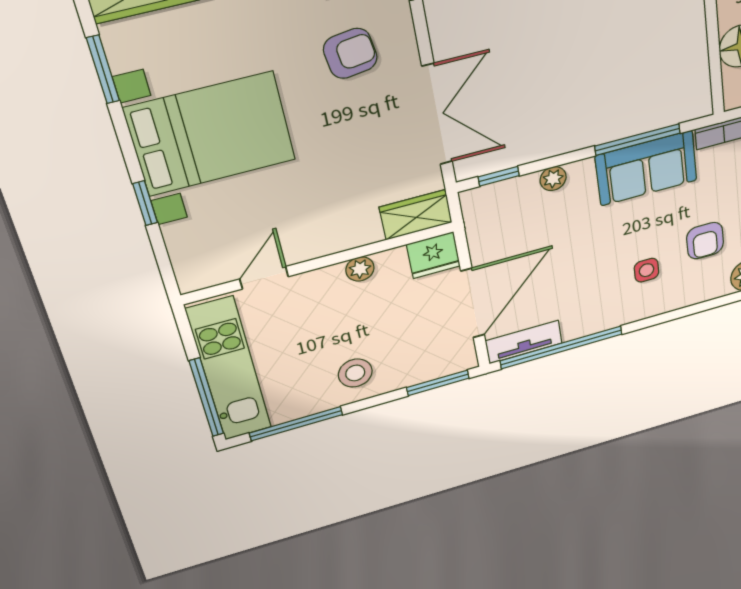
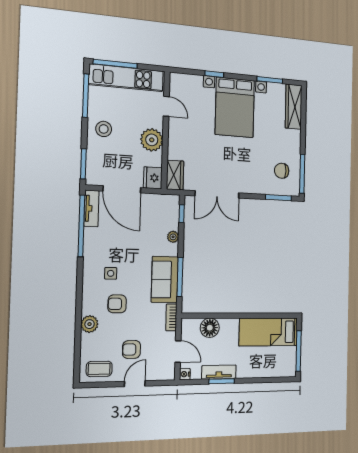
armchair: (350, 53) -> (251, 167), removed
plant: (360, 269) -> (152, 140), width x1.88, depth x1.88

